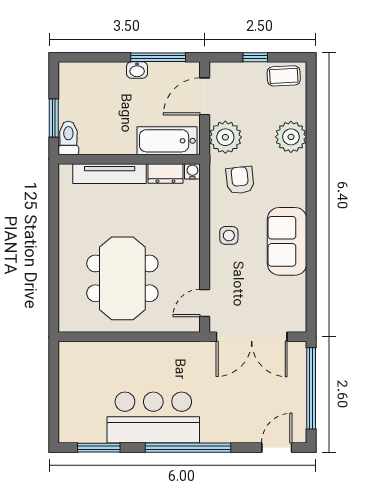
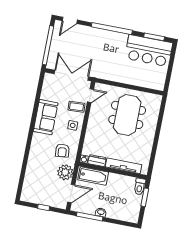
coffee table: (284, 76) -> (76, 107), moved
plant: (291, 137) -> (34, 166), removed
bar counter: (153, 418) -> (149, 51), moved

